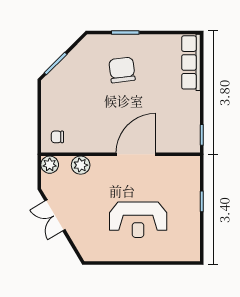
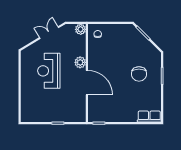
row of seats: (191, 62) -> (149, 117), width x0.68
chair: (122, 70) -> (139, 74), turned 97
plant: (81, 165) -> (80, 62), moved
reception desk: (138, 220) -> (49, 71), moved

